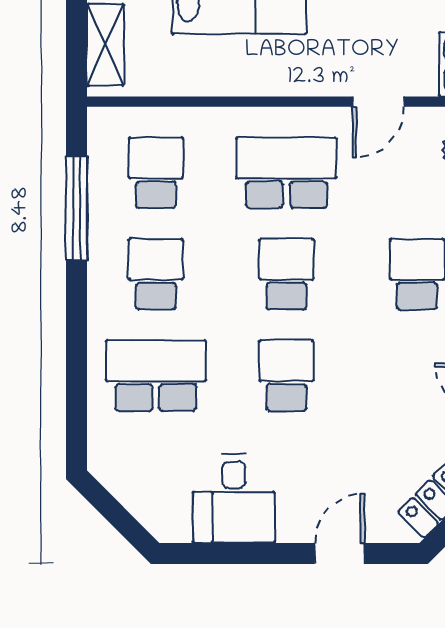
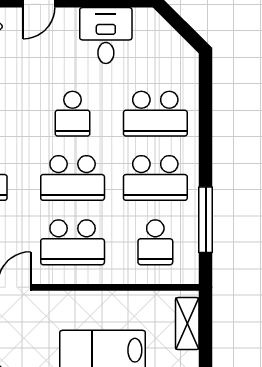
school desk: (156, 274) -> (155, 178), width x1.85
school desk: (286, 274) -> (73, 178), width x1.85

